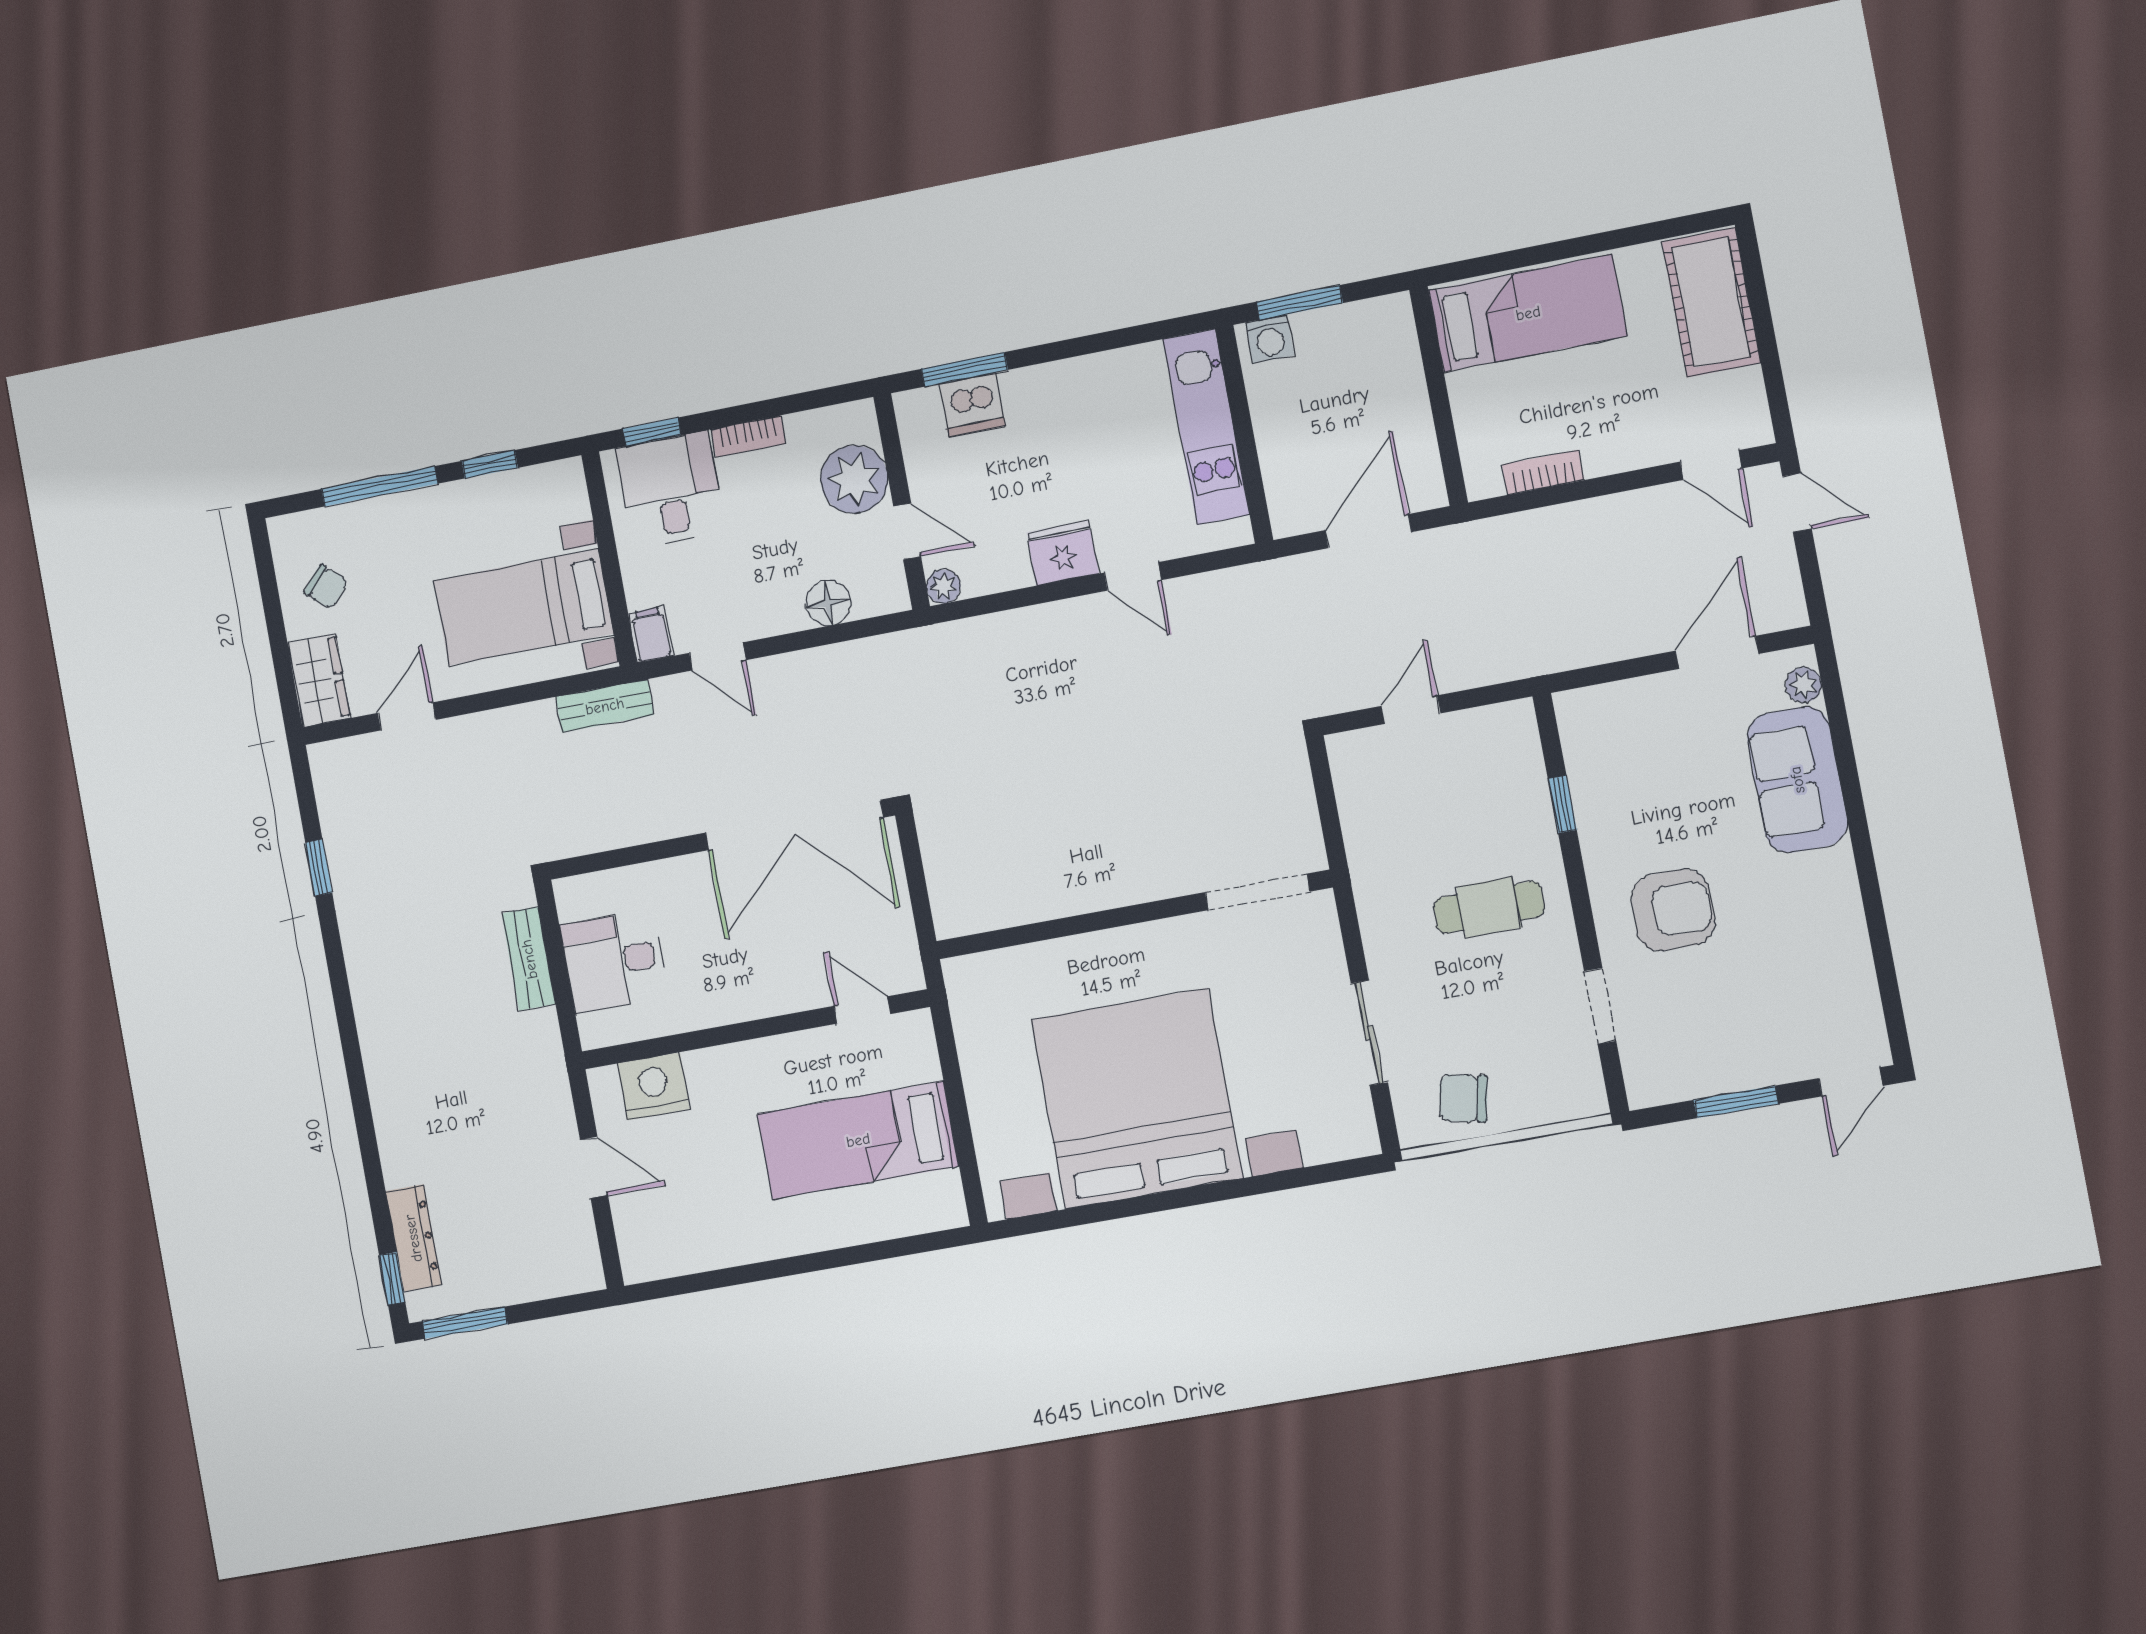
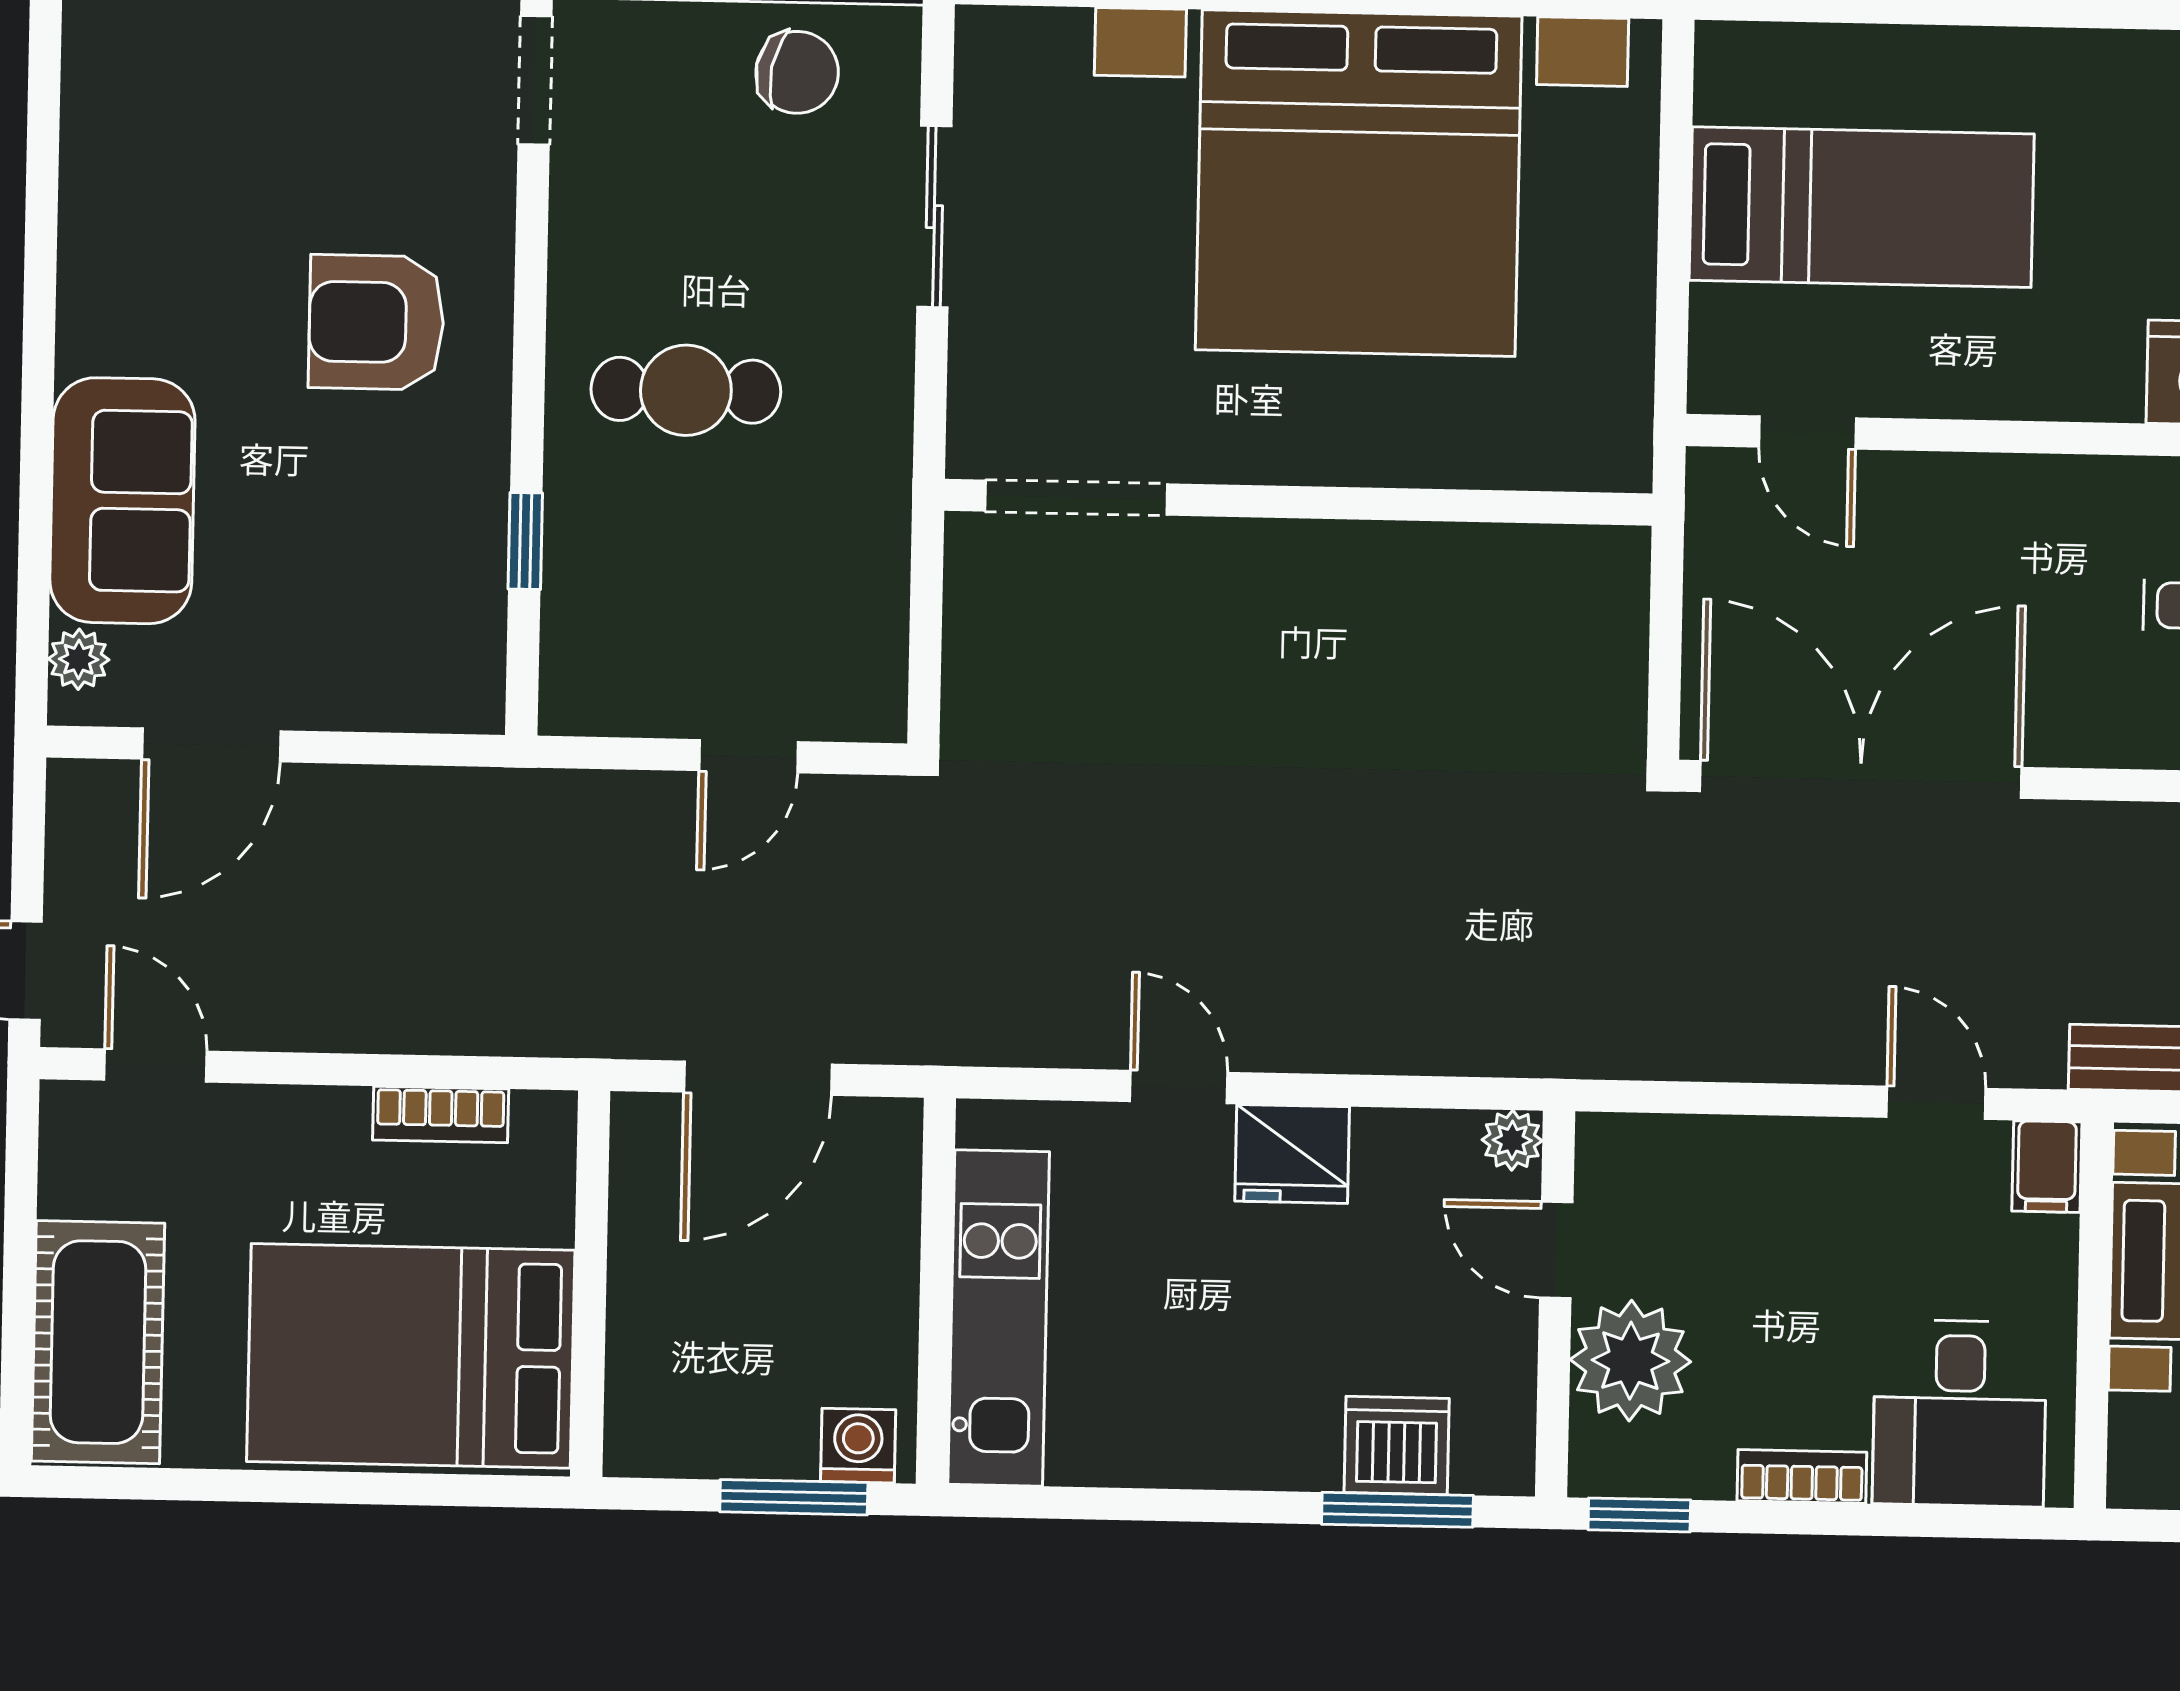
bed: (1528, 313) -> (411, 1356), width x1.50
window: (652, 432) -> (1639, 1515), moved
floor lamp: (828, 603) -> (1721, 1155), removed
doorway: (1600, 1006) -> (535, 80), moved

